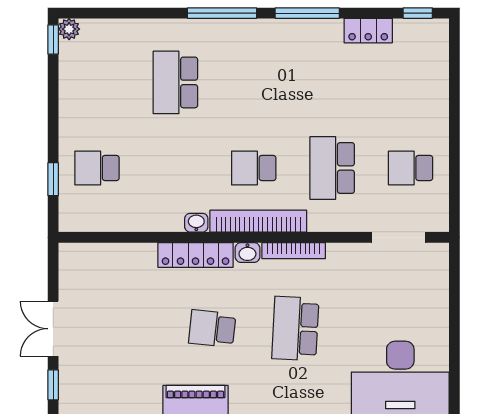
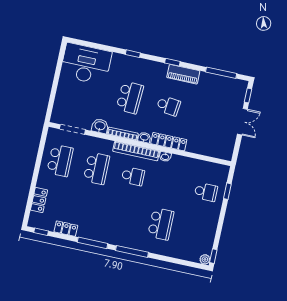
locker: (436, 77) -> (39, 200), added
school desk: (411, 168) -> (60, 160), width x1.85
washbasin: (344, 256) -> (100, 126), added

